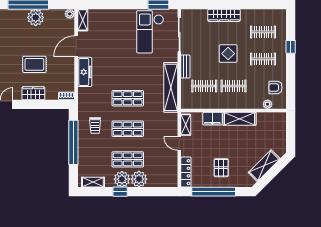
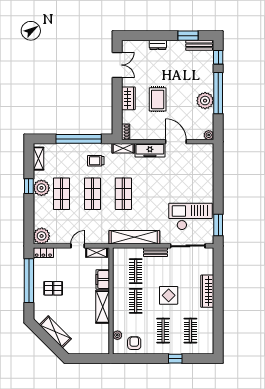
shelving: (83, 20) -> (123, 148), moved
locker: (186, 172) -> (43, 253), width x0.66
plant: (139, 179) -> (42, 236), moved

